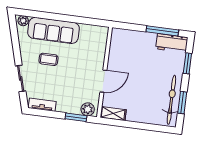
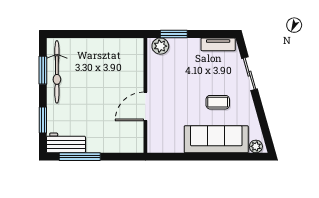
door: (103, 81) -> (145, 106), moved
shelving: (113, 114) -> (128, 45), removed

